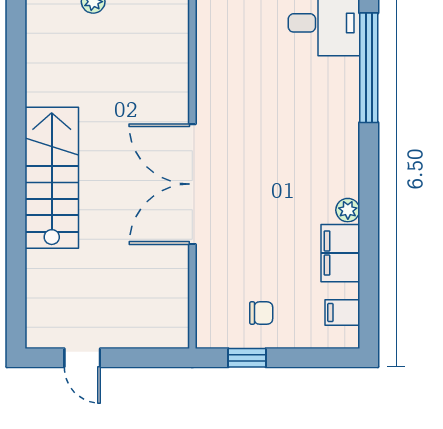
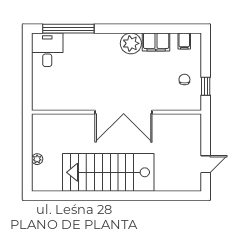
stairs: (52, 178) -> (108, 172), width x1.36, depth x1.51
plant: (348, 210) -> (131, 43), width x1.88, depth x1.88

